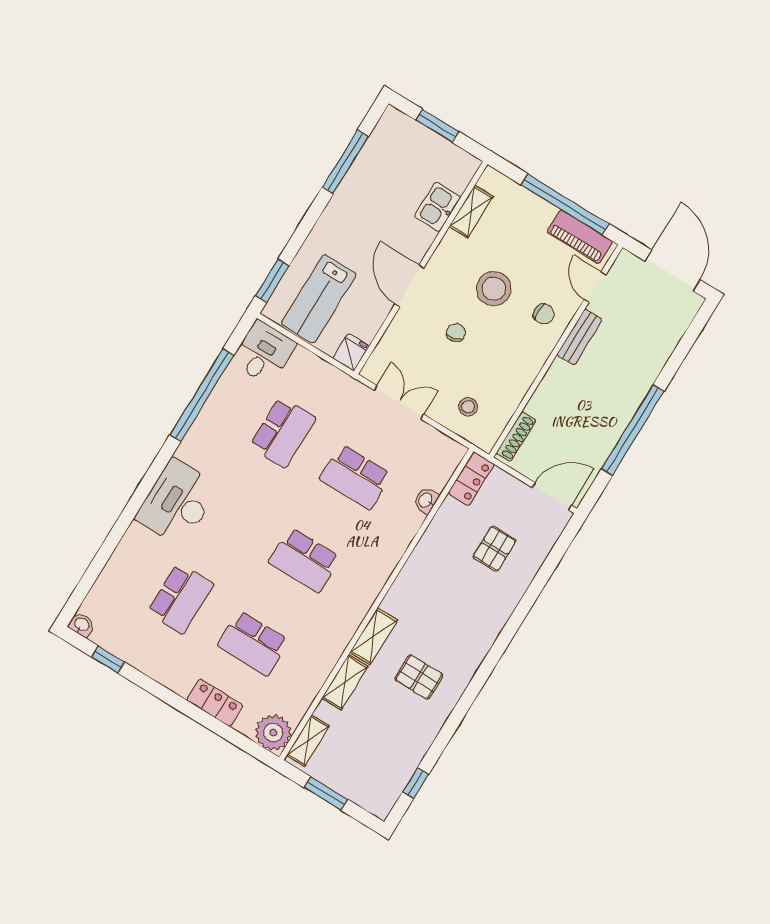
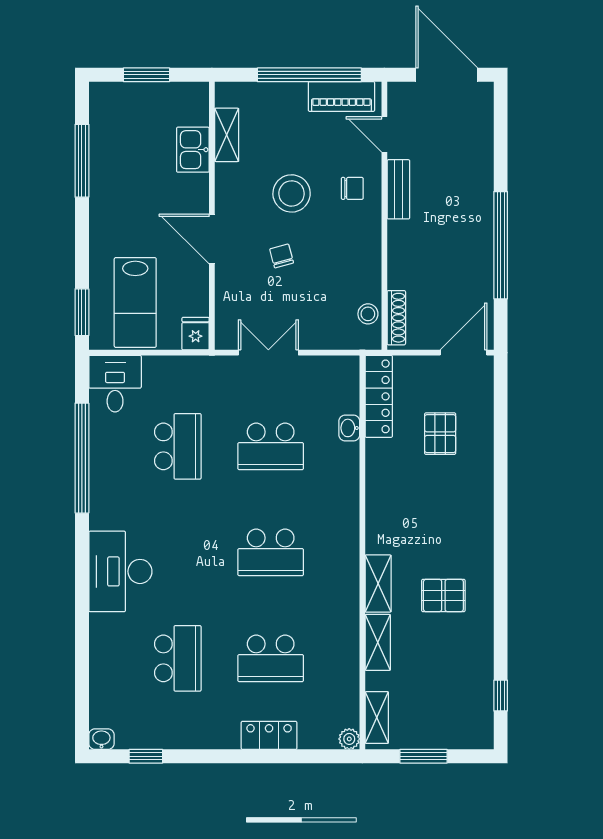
stool: (468, 407) -> (368, 314), moved
locker: (471, 479) -> (379, 396), width x1.53
plant: (273, 732) -> (349, 739), width x0.53, depth x0.53

